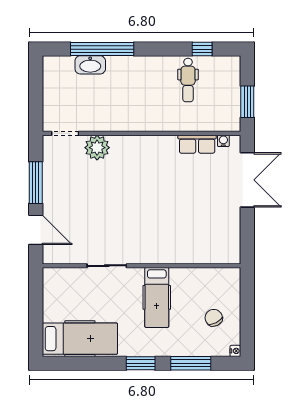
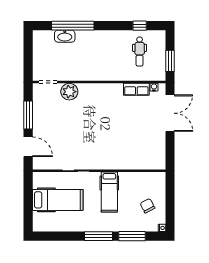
dental chair: (188, 80) -> (140, 52), moved
hospital bed: (80, 339) -> (58, 200), moved
window: (141, 363) -> (98, 236), width x1.44

